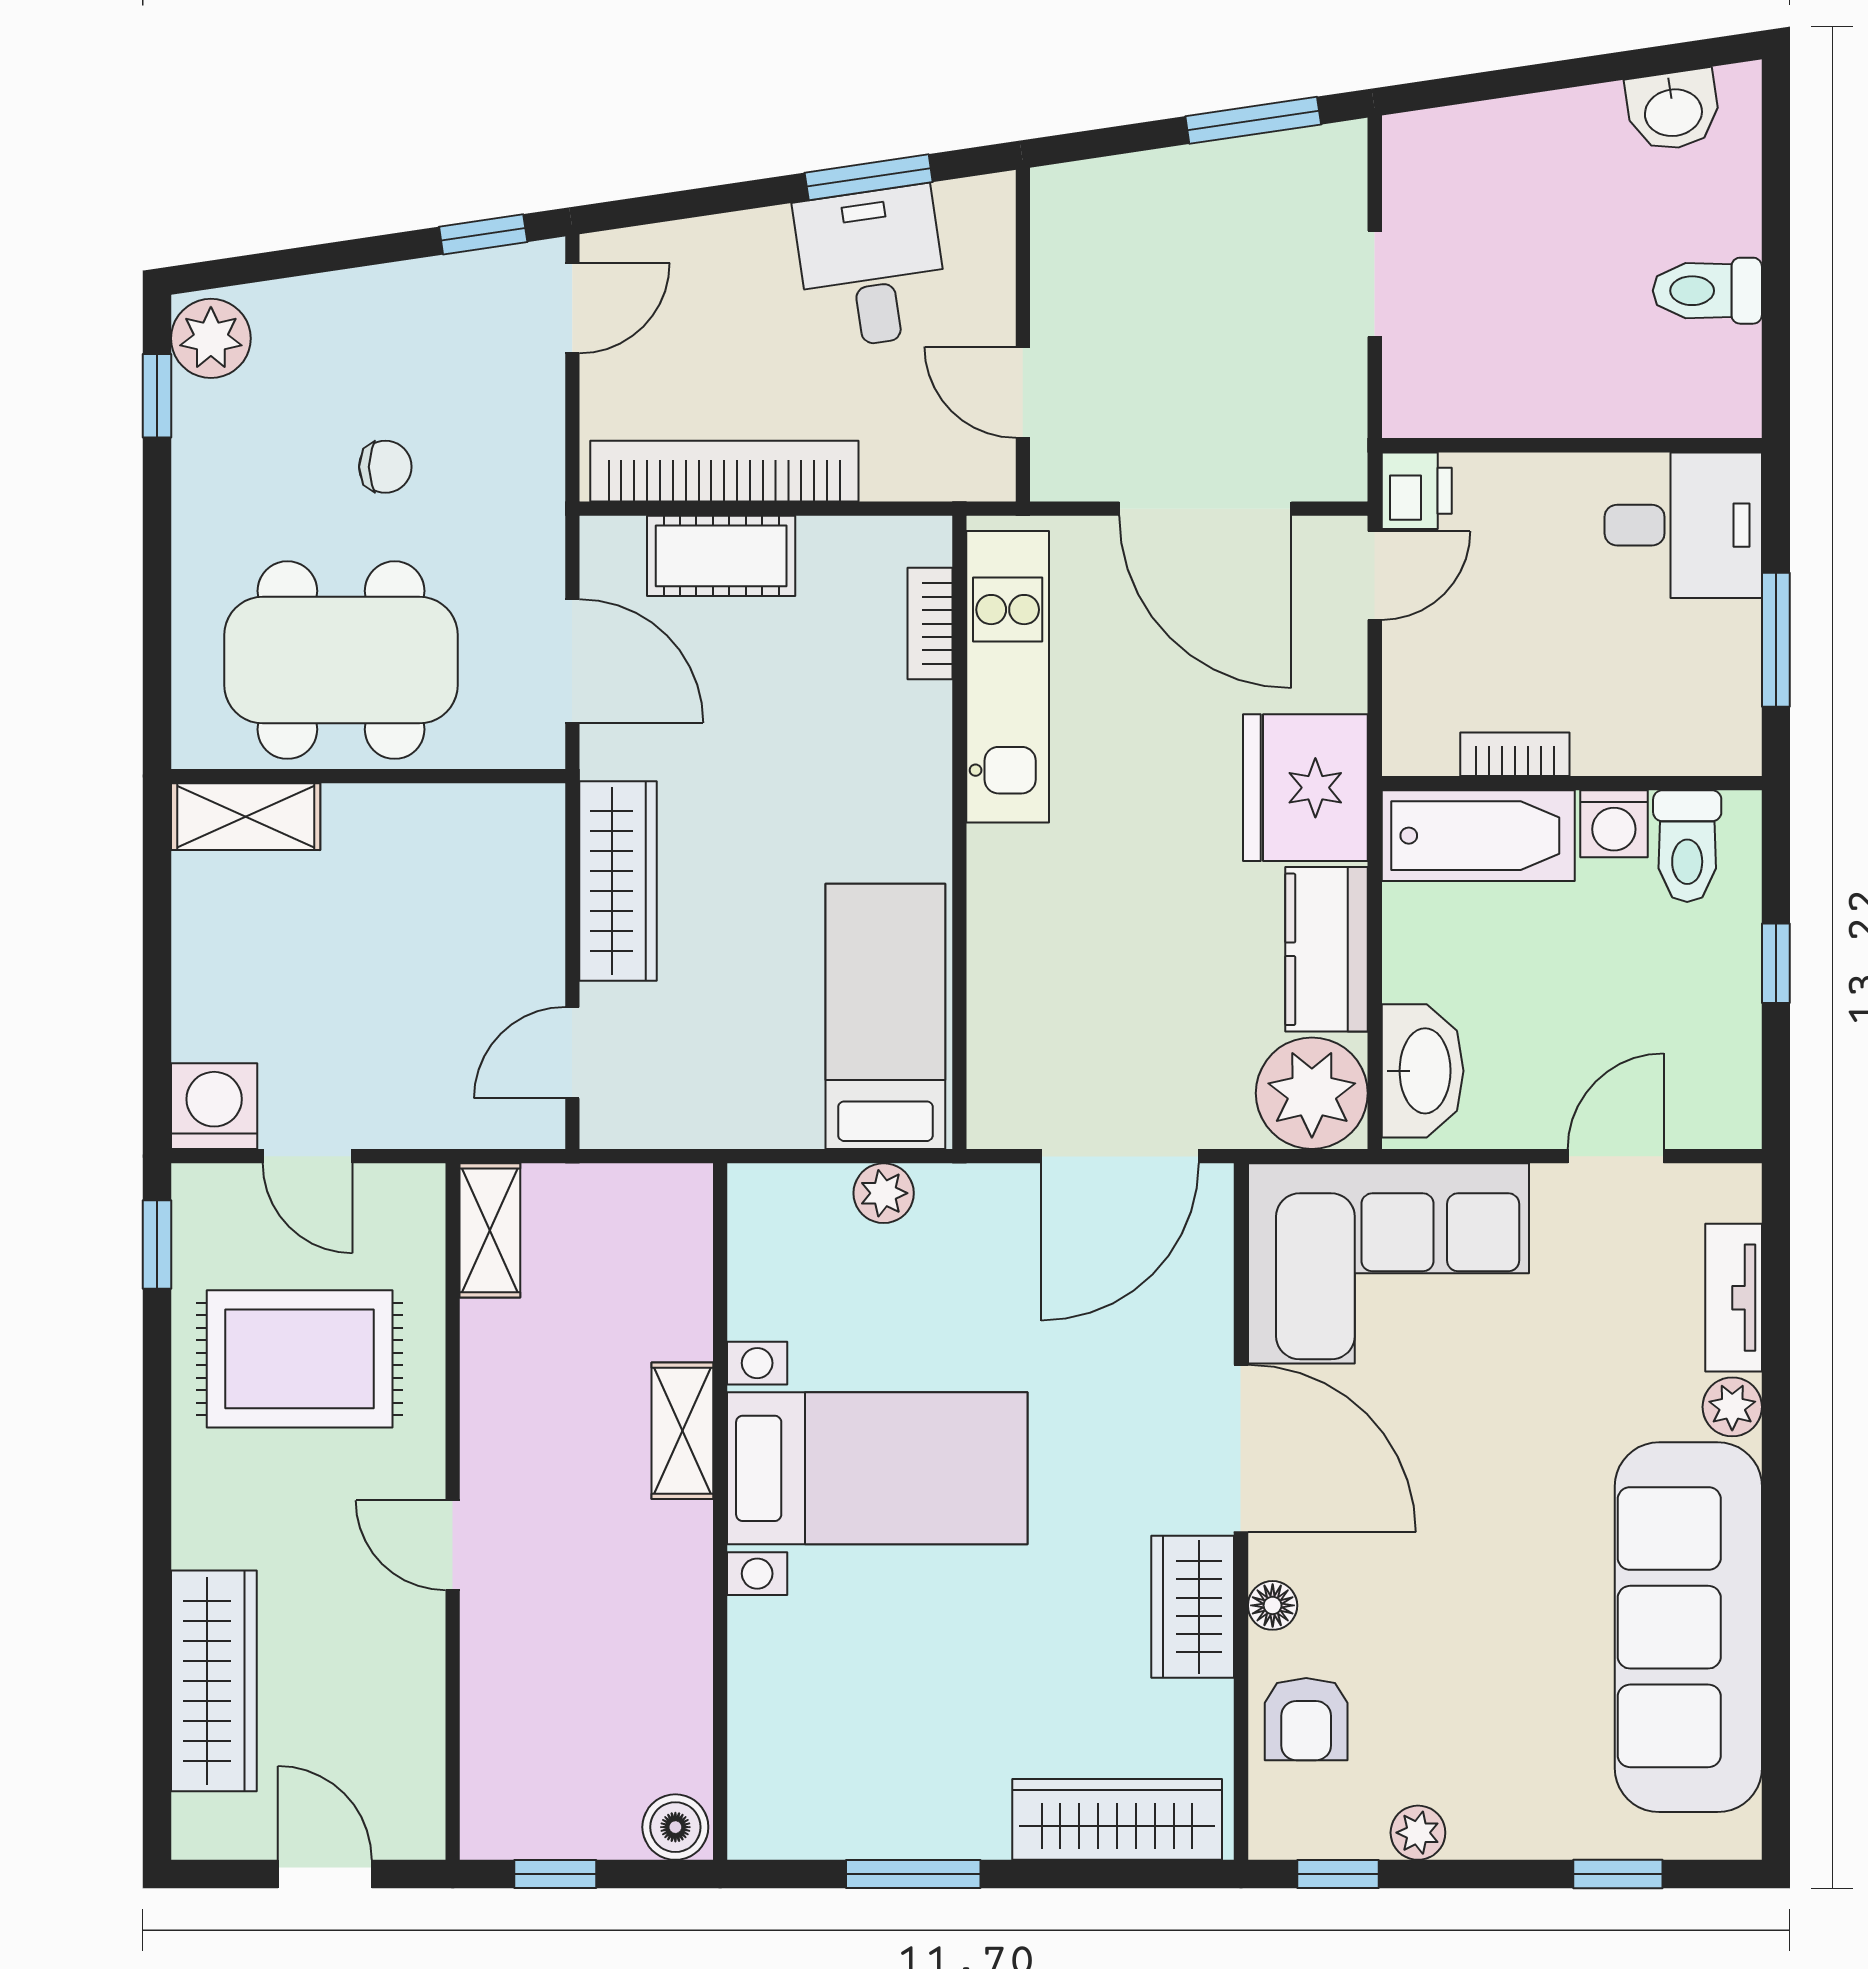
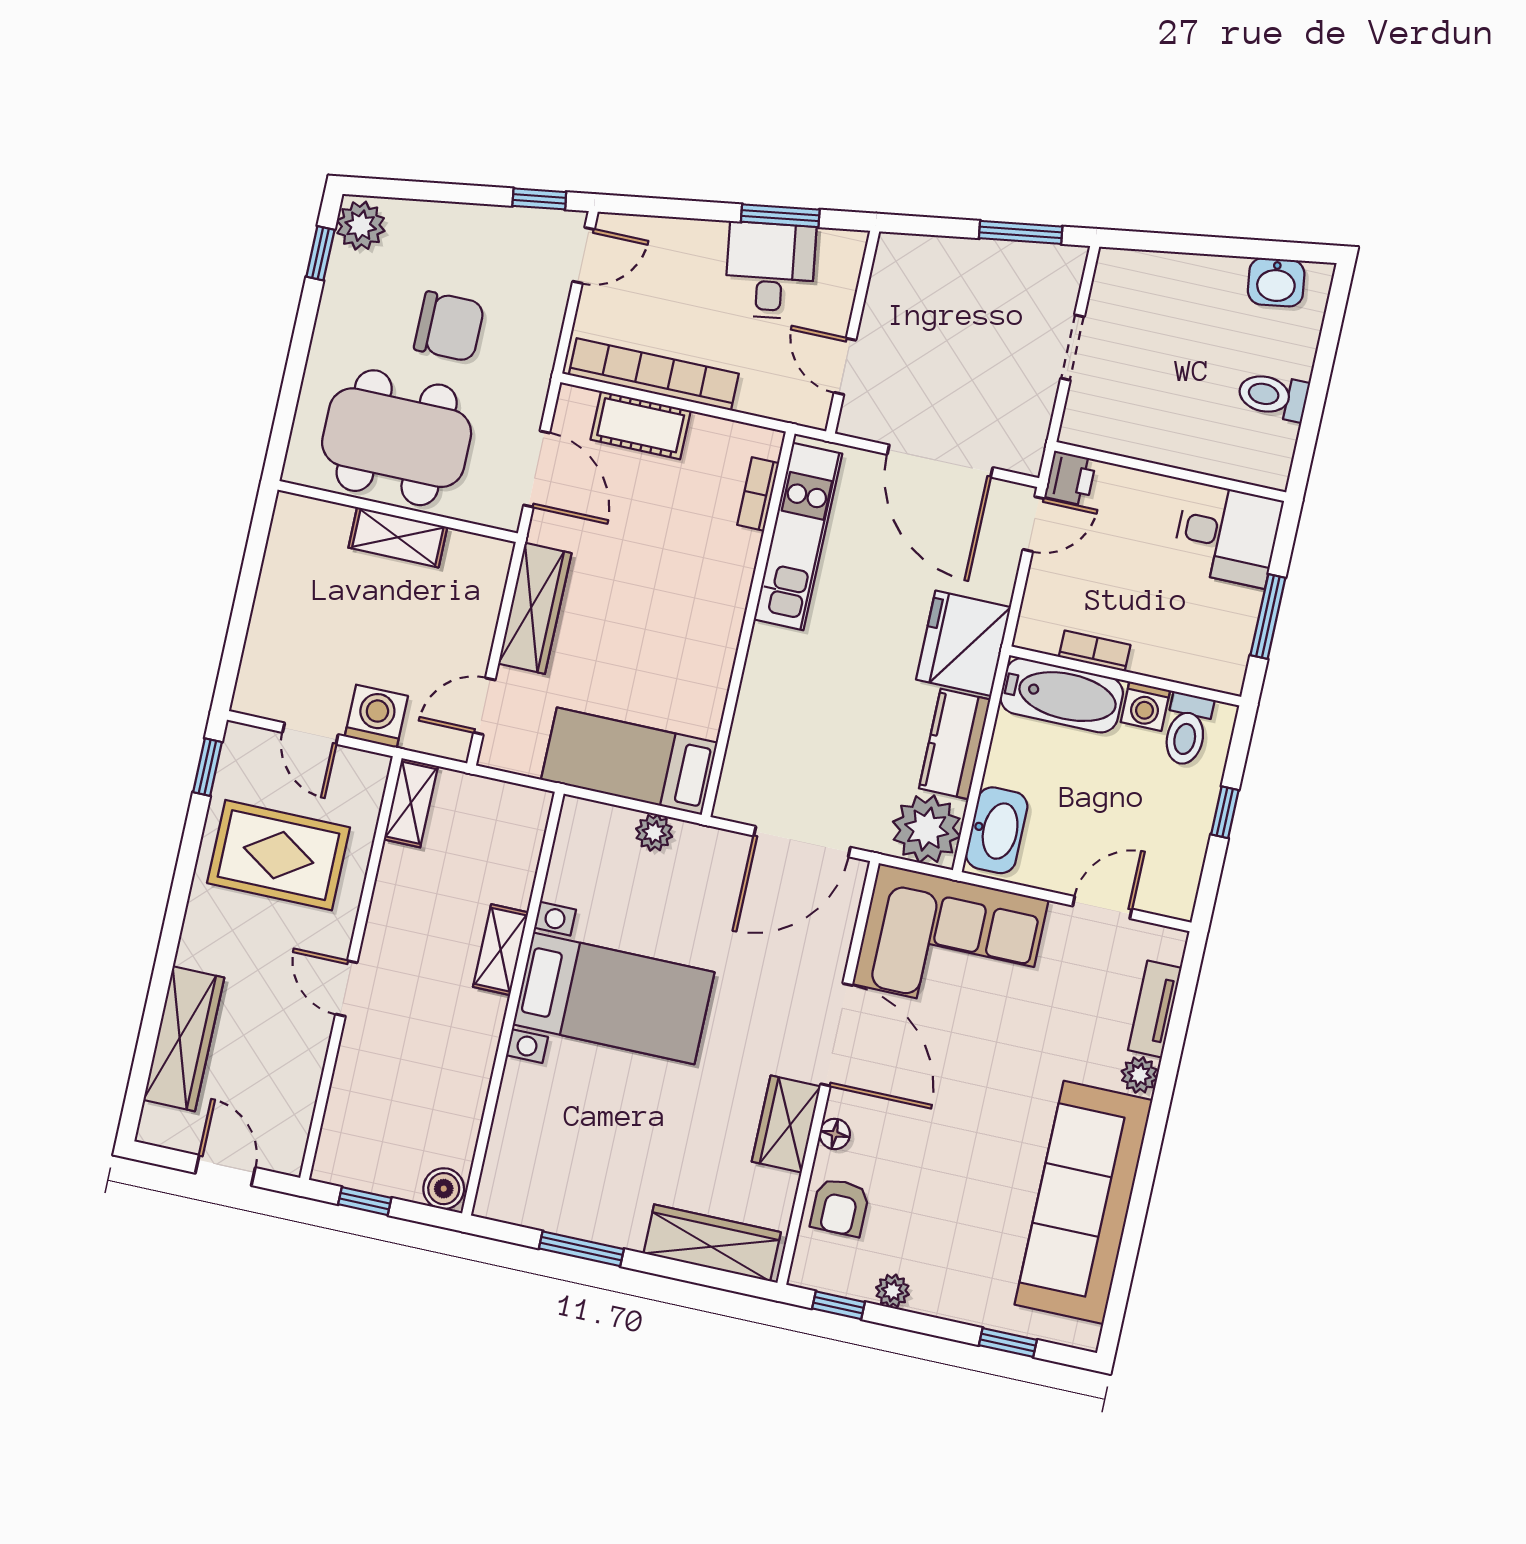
chair: (385, 467) -> (449, 327), width x1.87, depth x1.87
shelving: (246, 817) -> (398, 537), moved
bed: (885, 1016) -> (629, 761), moved, turned -90
washing machine: (214, 1106) -> (376, 716), moved

